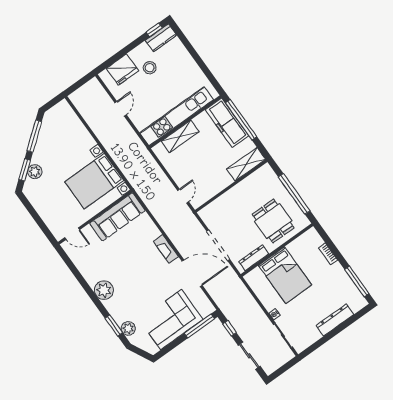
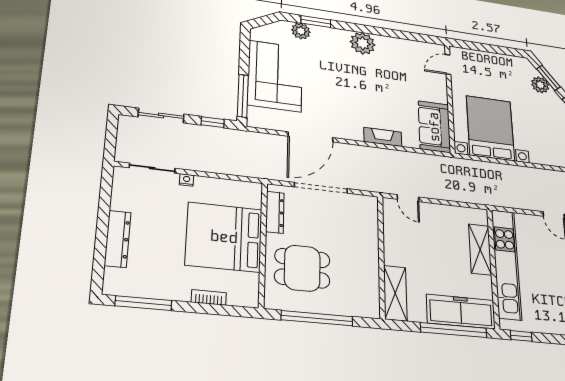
window: (214, 81) -> (521, 336), added
sofa: (117, 217) -> (434, 127), width x0.73
fireplace: (166, 249) -> (383, 137), moved
bed: (285, 275) -> (224, 237), width x1.36

